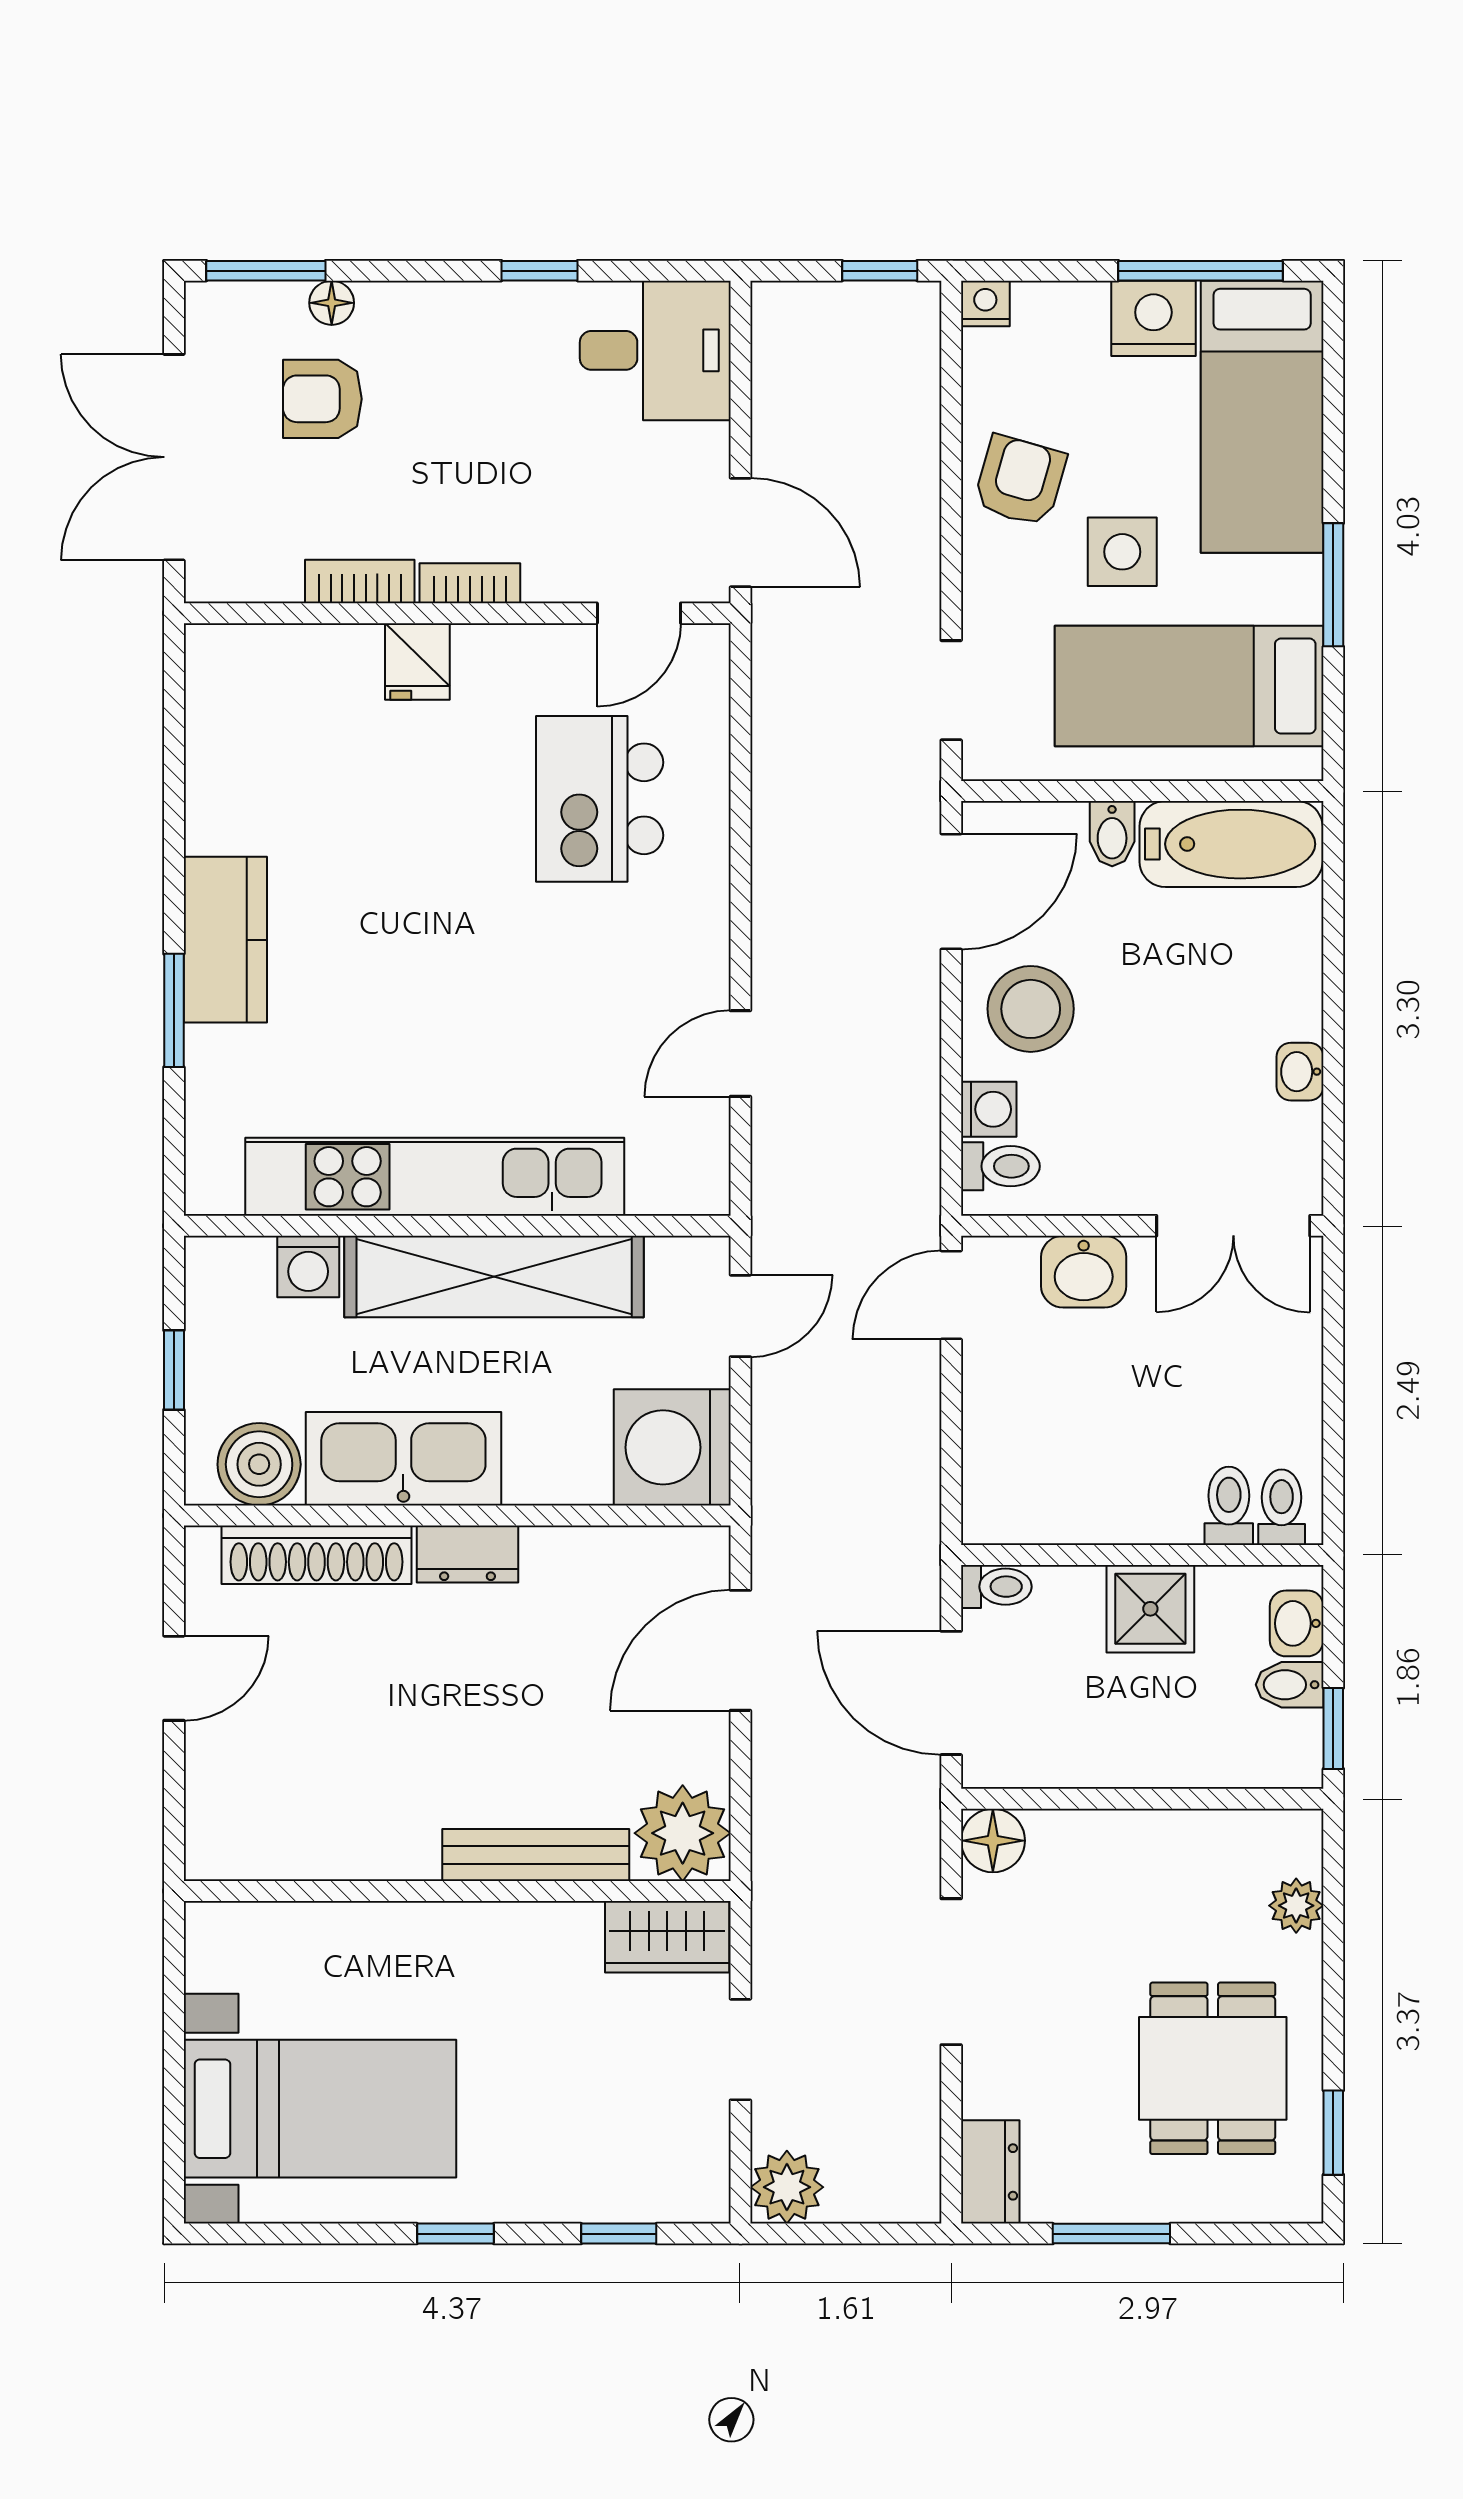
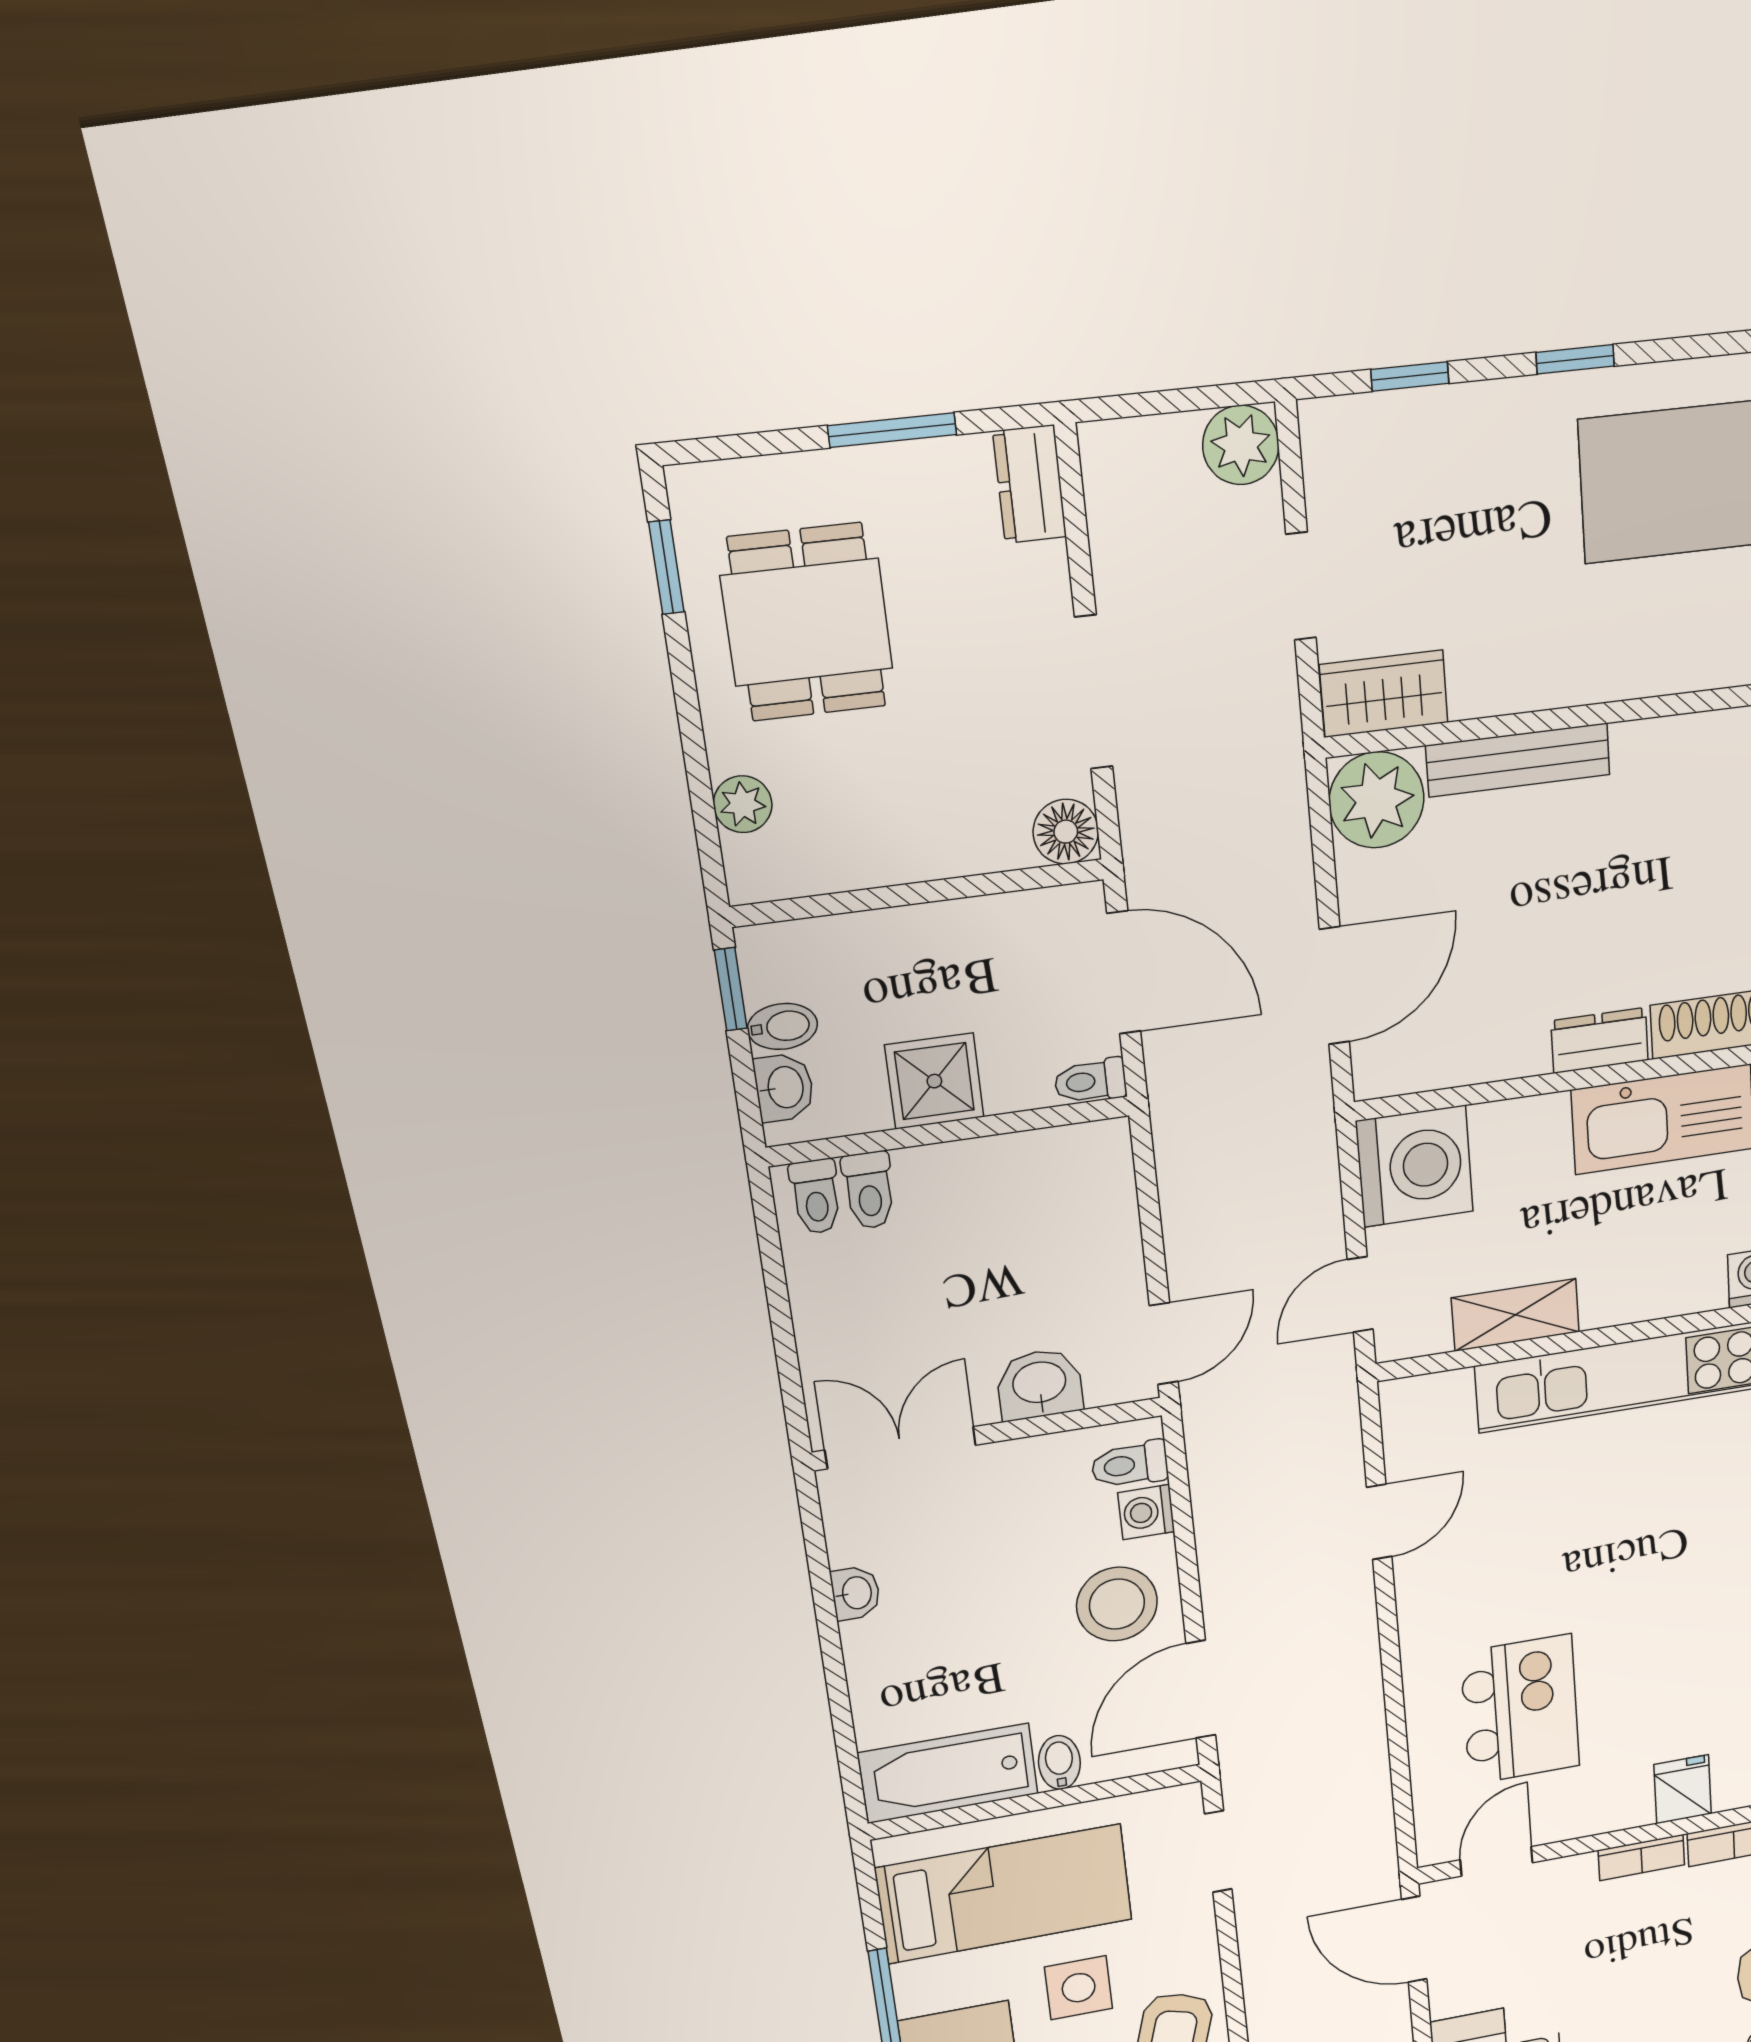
shelving: (494, 1276) -> (1515, 1315), width x0.45, depth x0.75

